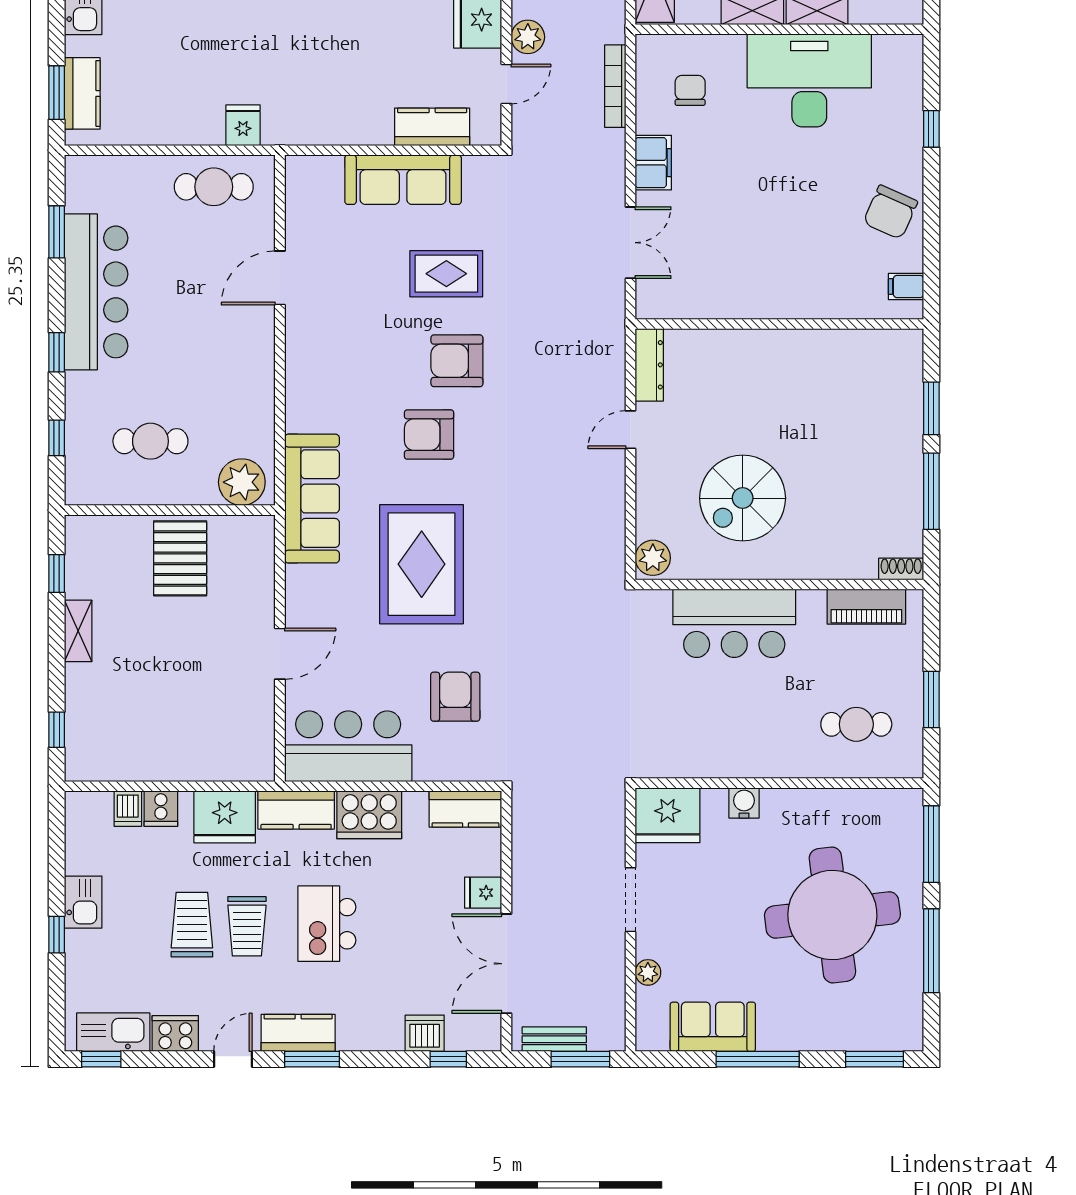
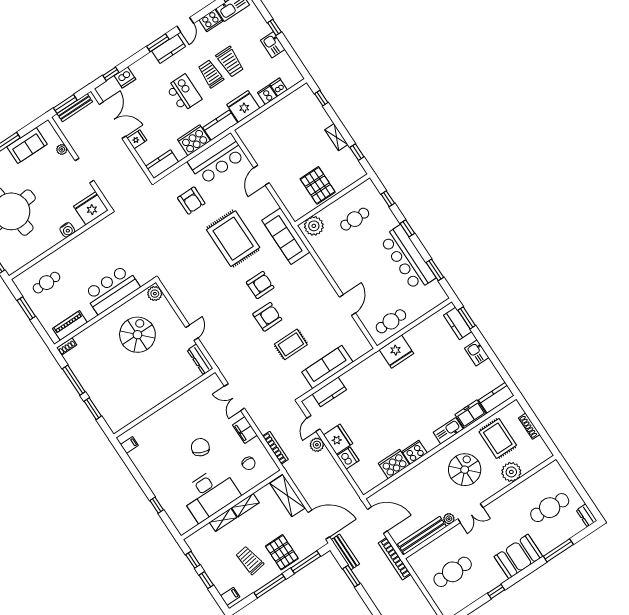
fridge: (243, 125) -> (397, 352), width x1.88, depth x1.34
chair: (890, 212) -> (200, 447), moved
bench: (554, 1039) -> (75, 108), width x1.36

